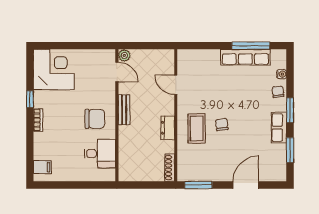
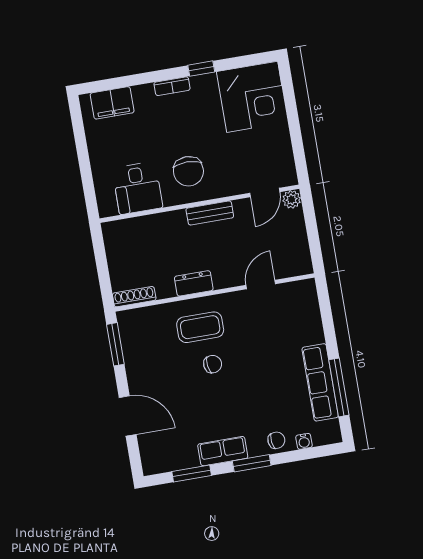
filing cabinet: (42, 167) -> (112, 103), width x2.00

